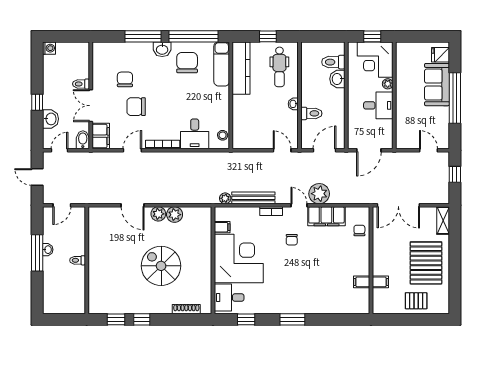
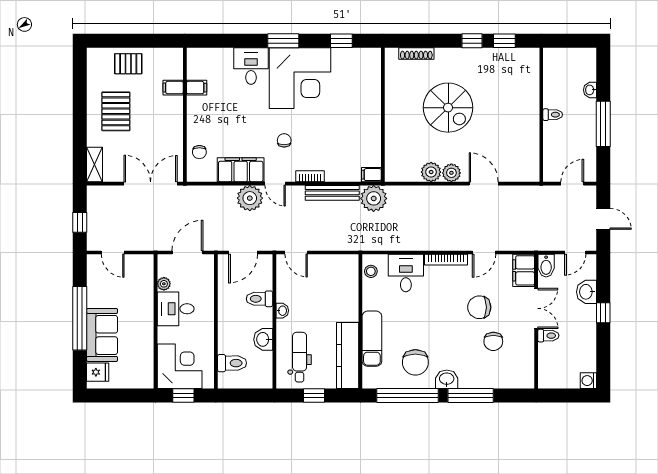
exam couch: (222, 64) -> (372, 339), moved
washbasin: (337, 79) -> (263, 339), moved, turned 180
plant: (388, 84) -> (164, 284), moved
chair: (136, 107) -> (479, 307), turned 180
plant: (225, 198) -> (374, 198), width x1.88, depth x1.88
filing cabinet: (222, 227) -> (371, 175), moved
washbasin: (48, 250) -> (590, 90), moved
corner desk: (239, 258) -> (300, 78), moved, turned -90
pallet: (426, 263) -> (116, 111), width x0.73, depth x0.71
desk: (229, 298) -> (251, 66), moved, turned -90

